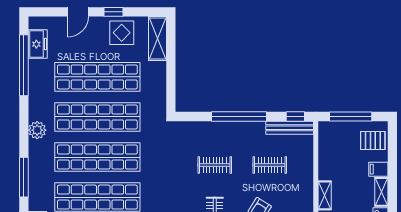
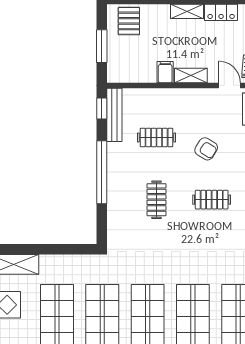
window: (351, 117) -> (102, 46), width x0.69
clothes rail: (270, 165) -> (157, 138), turned 90
filing cabinet: (378, 169) -> (165, 72), moved, turned 180

